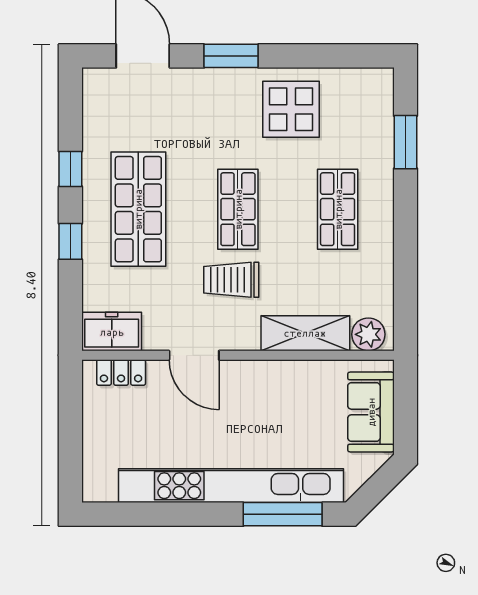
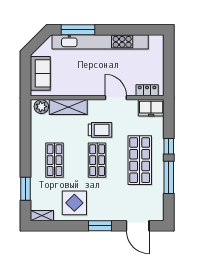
shelving: (367, 80) -> (42, 216), added
window: (70, 169) -> (169, 177), width x2.17

